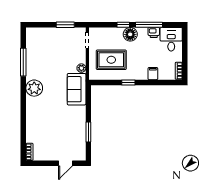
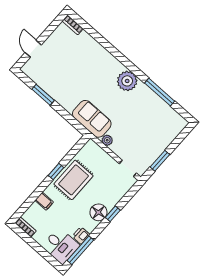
window: (149, 25) -> (80, 250), moved
rug: (111, 60) -> (73, 180), moved

